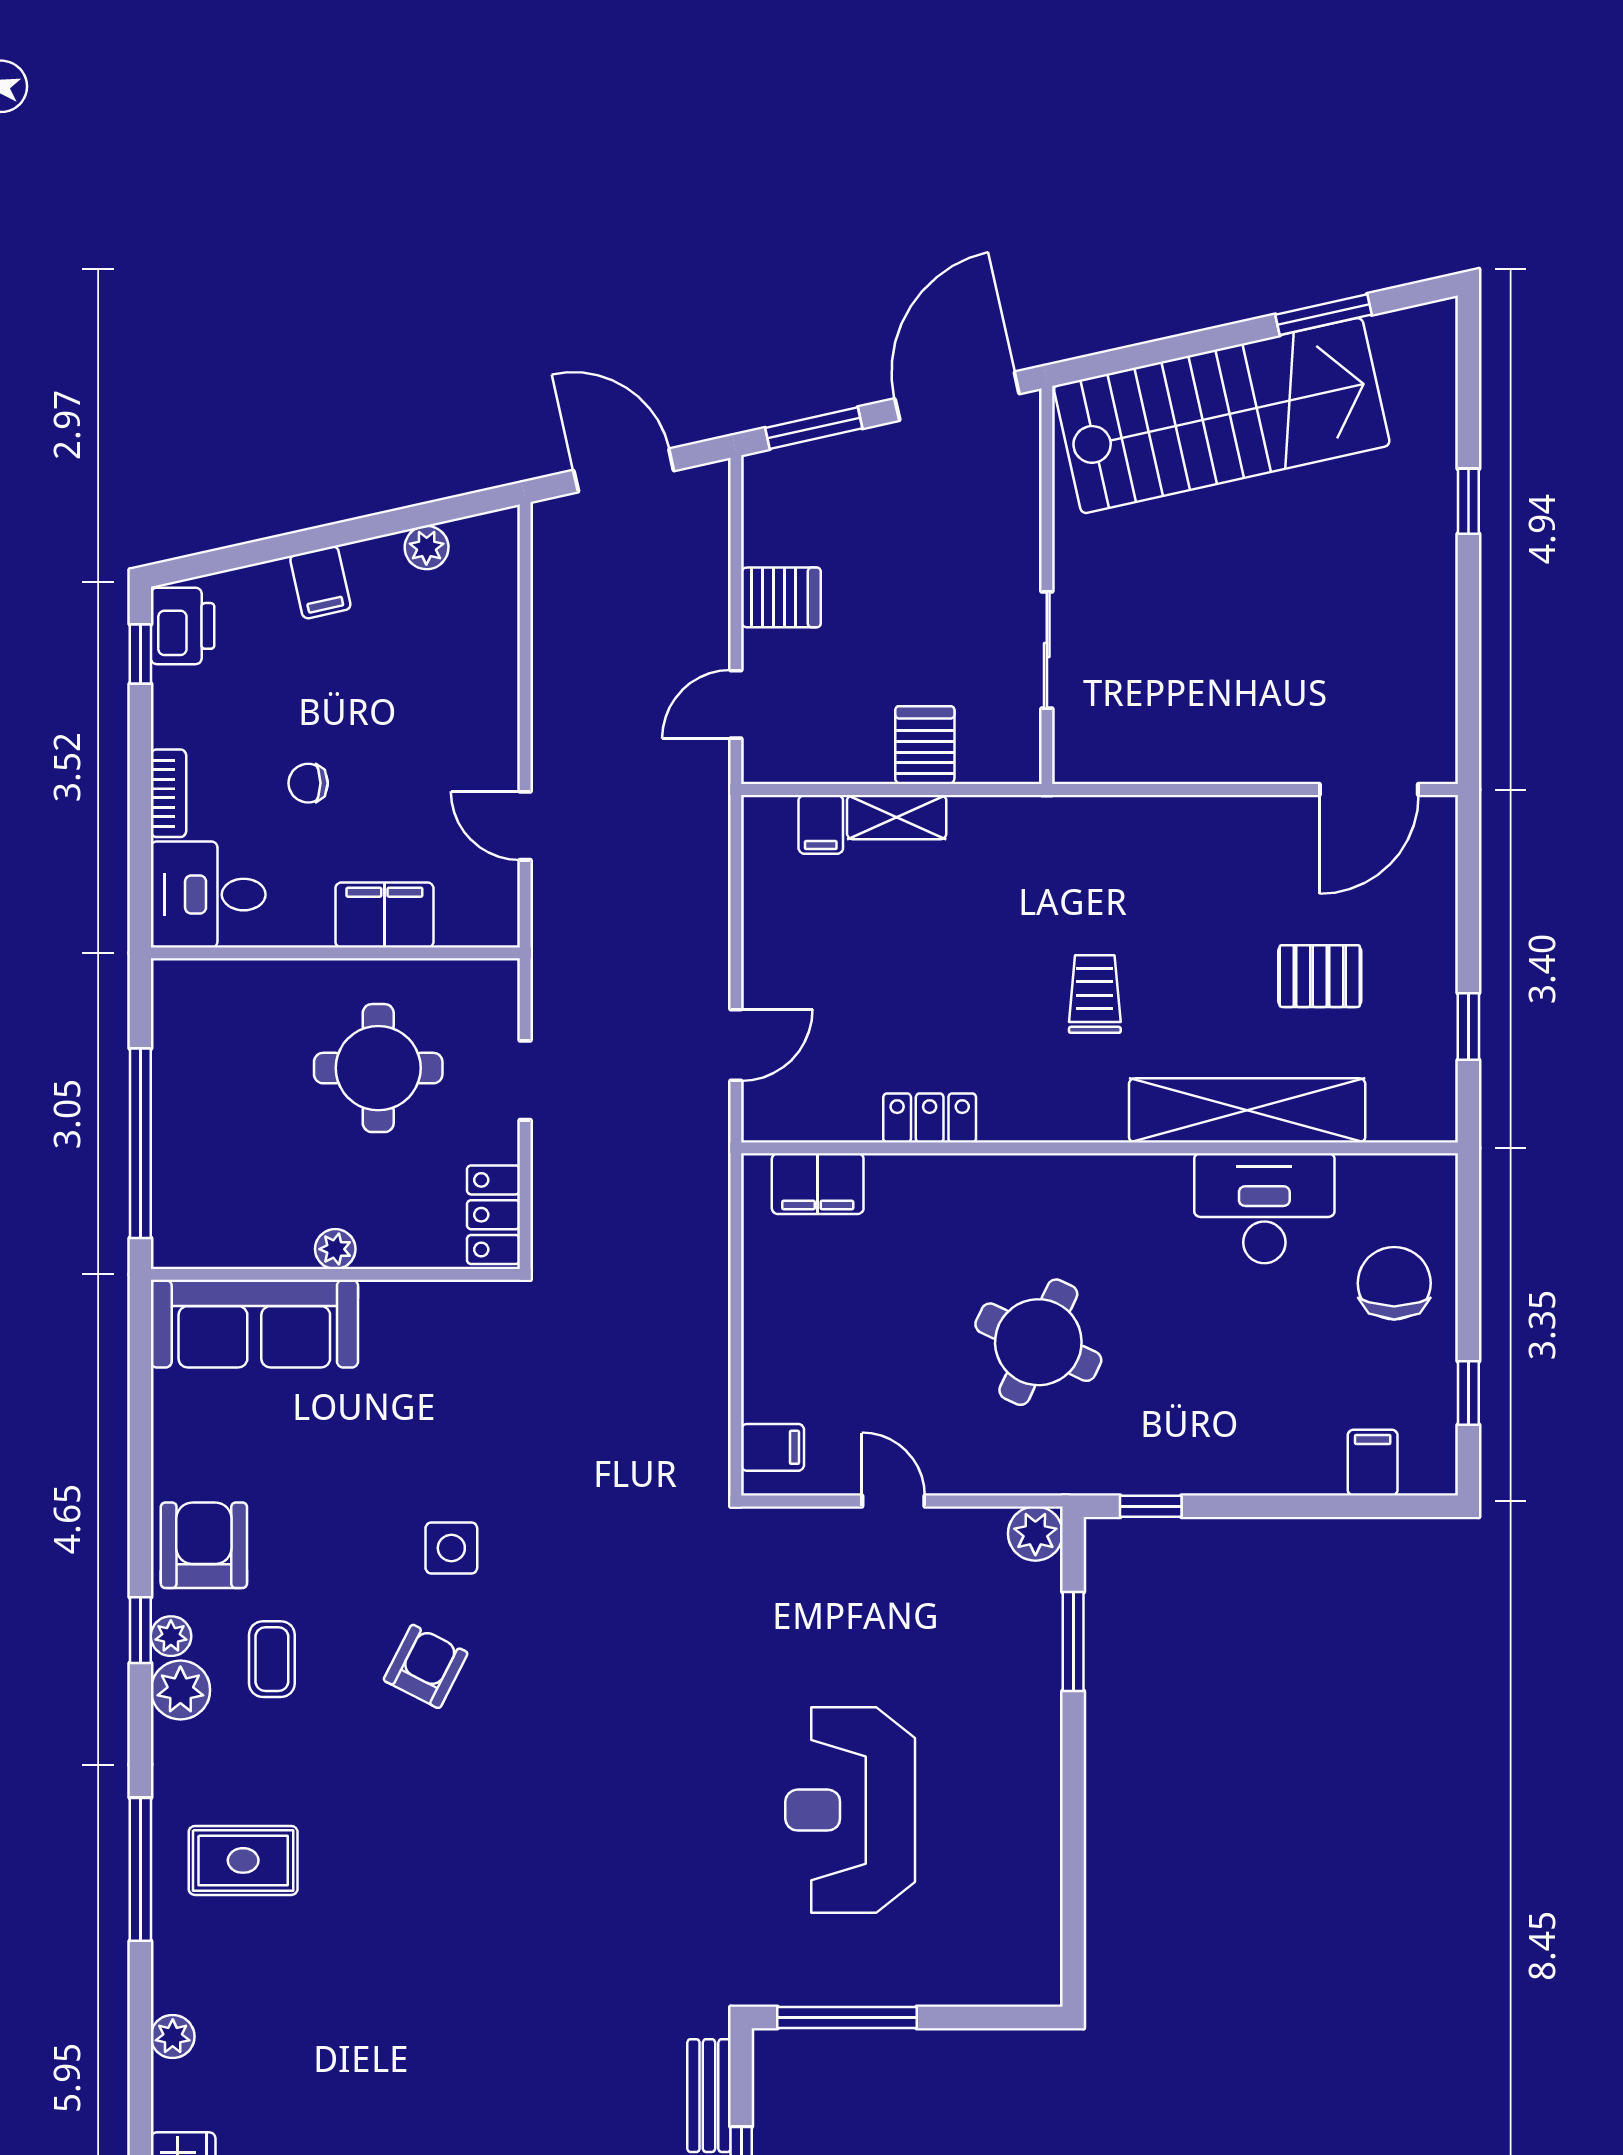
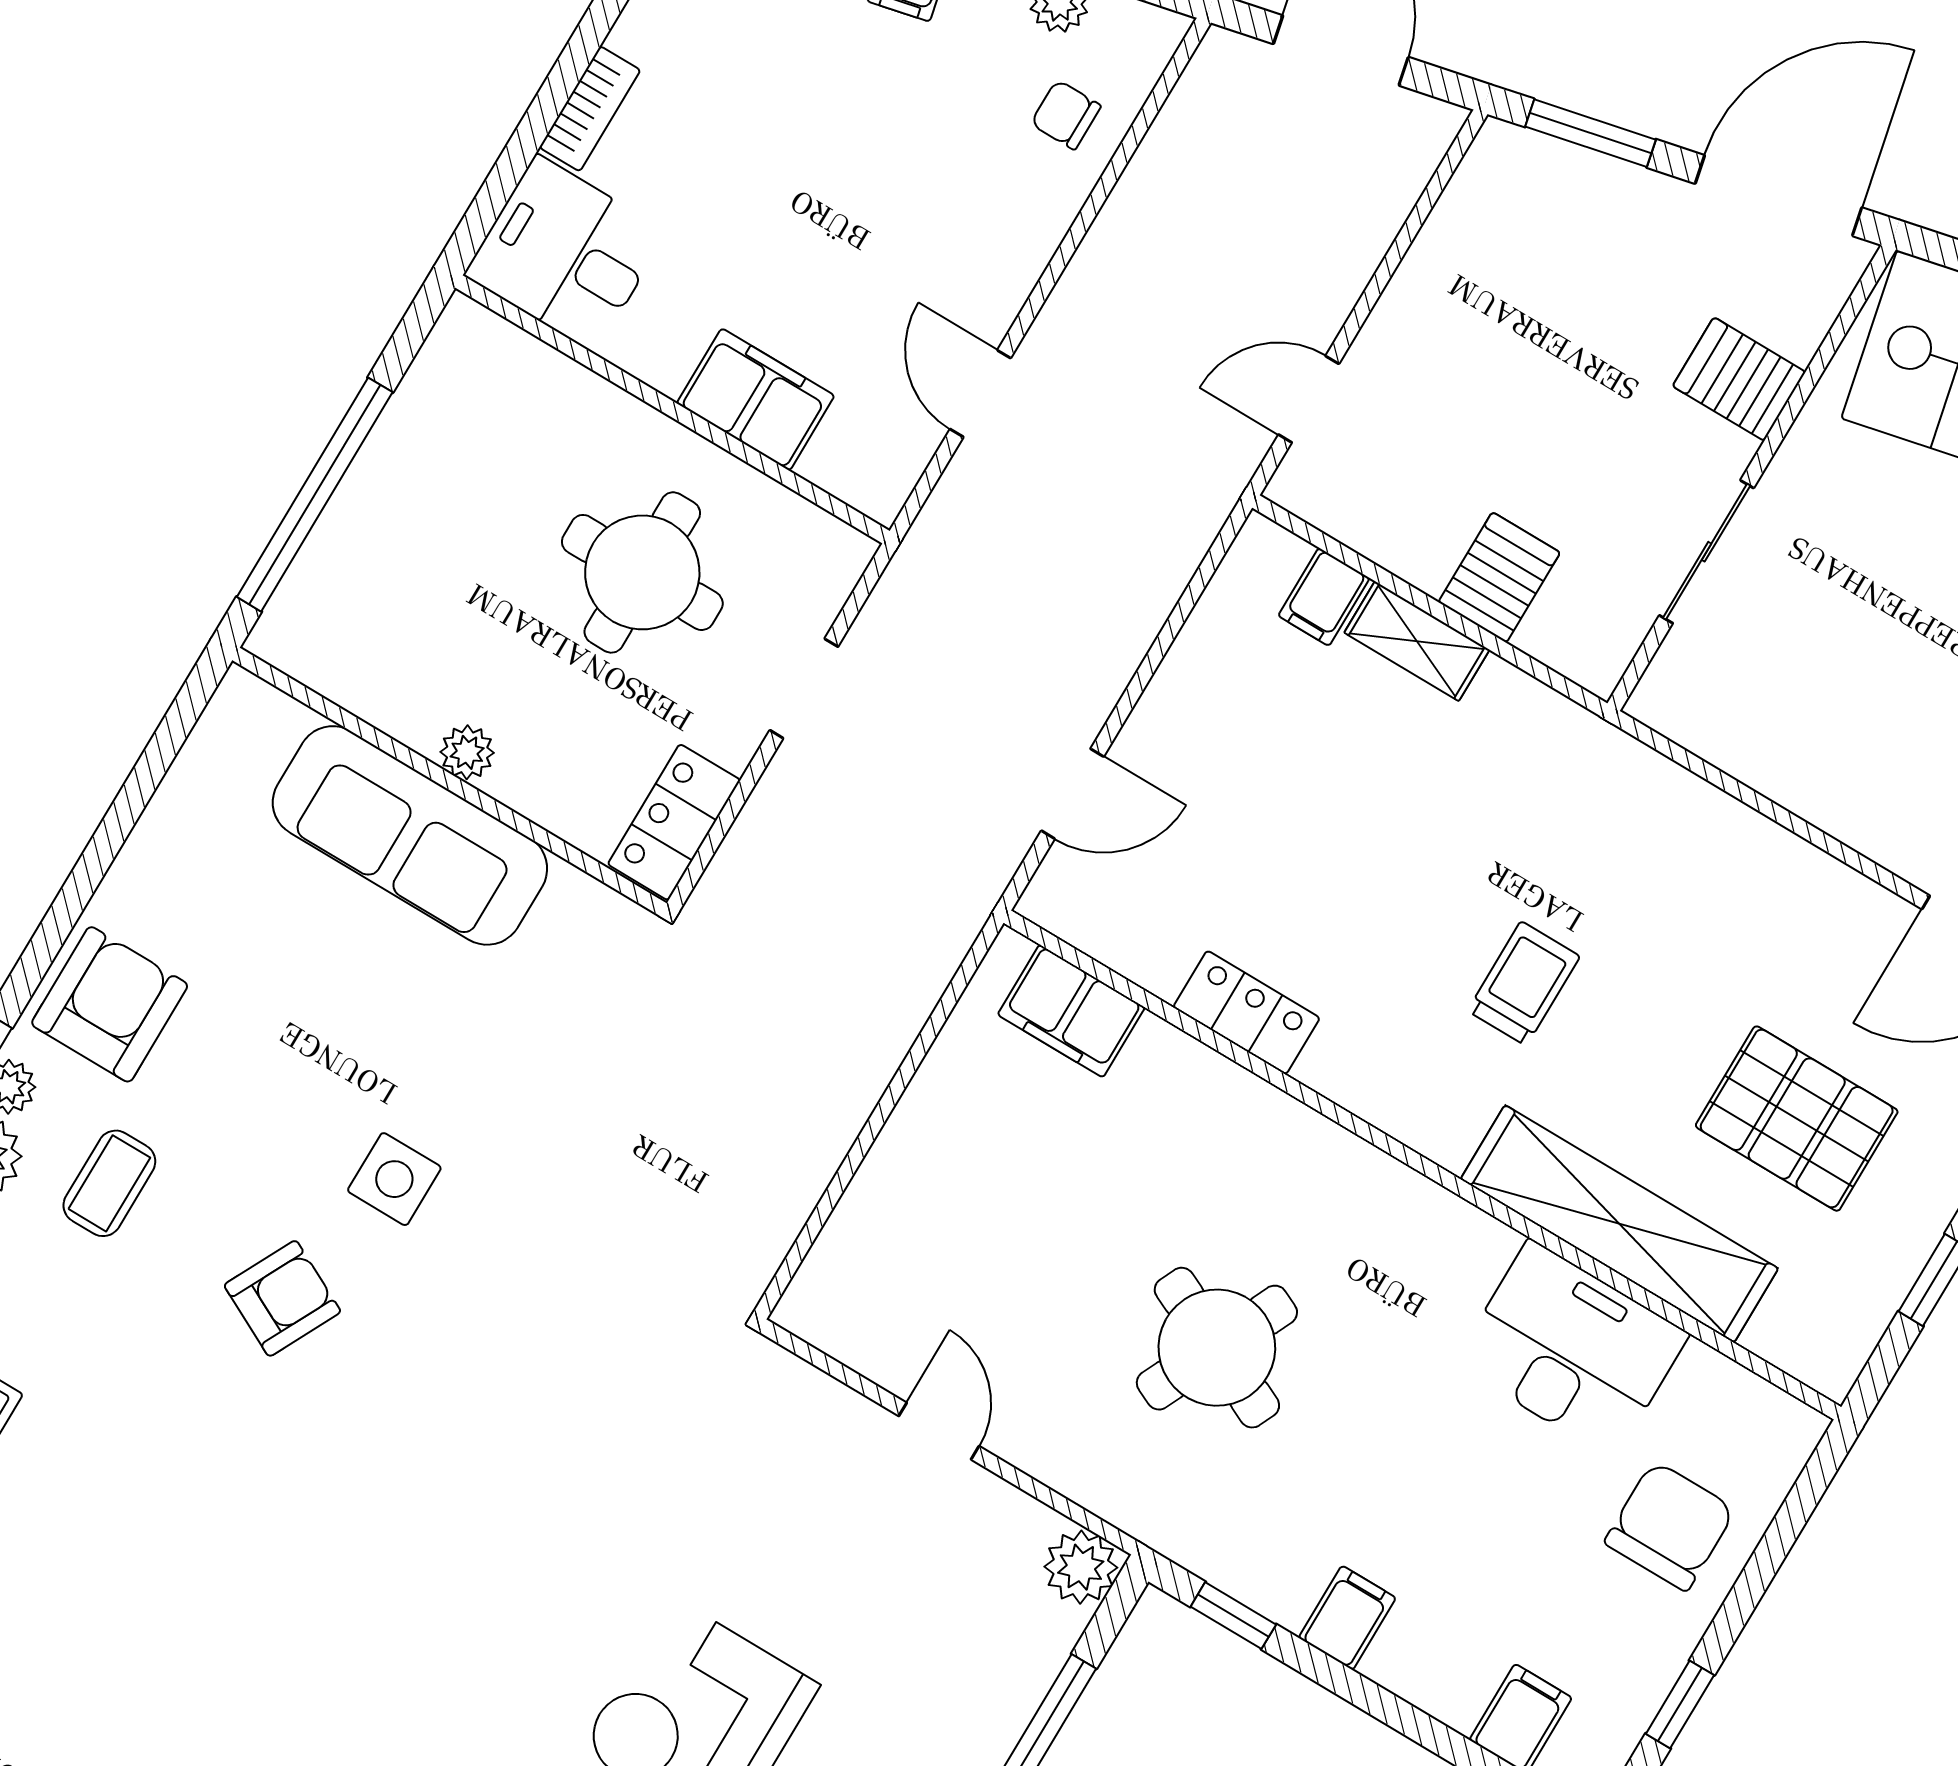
server rack: (781, 597) -> (1739, 379), moved, turned 180
chair: (308, 783) -> (1066, 115), moved
pallet: (1320, 976) -> (1797, 1119), width x1.50, depth x1.42
sofa: (254, 1324) -> (410, 835), moved
filing cabinet: (773, 1447) -> (1347, 1618), moved, turned -90

